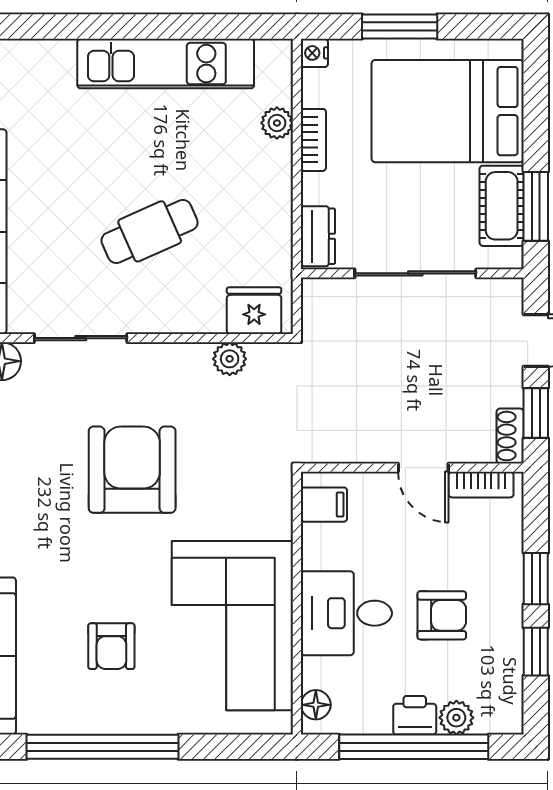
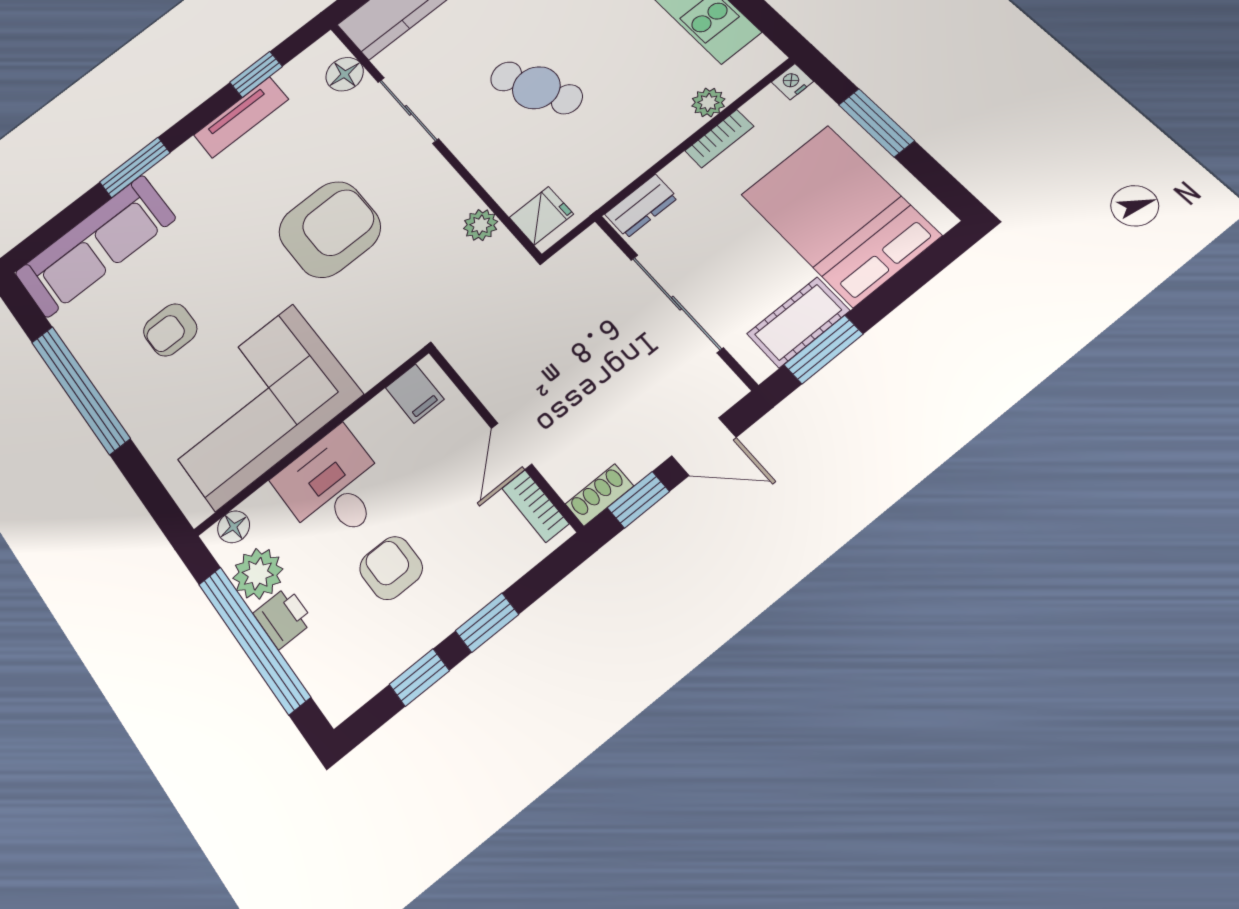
fridge: (254, 311) -> (541, 216), width x0.72
armchair: (442, 615) -> (391, 568), turned 180
plant: (456, 718) -> (258, 574), moved, width x1.38, depth x1.38

